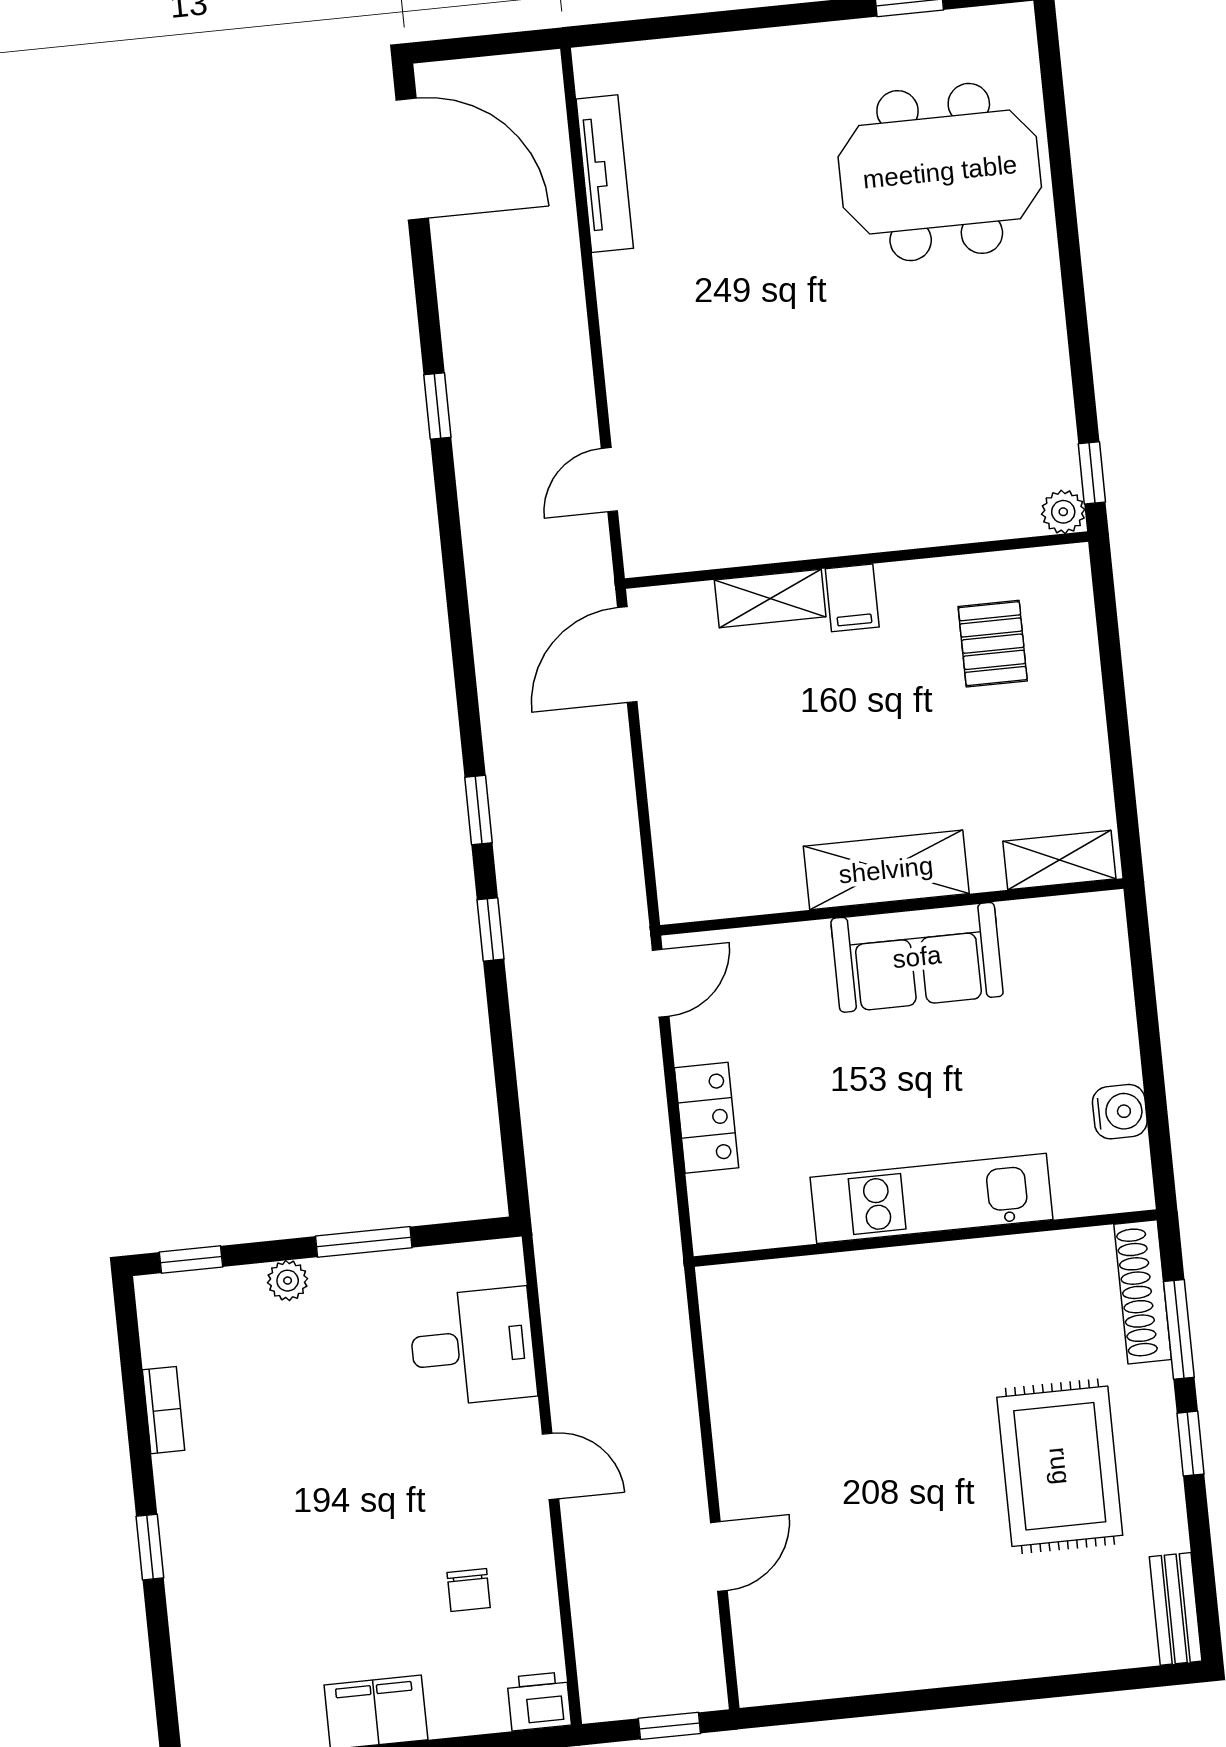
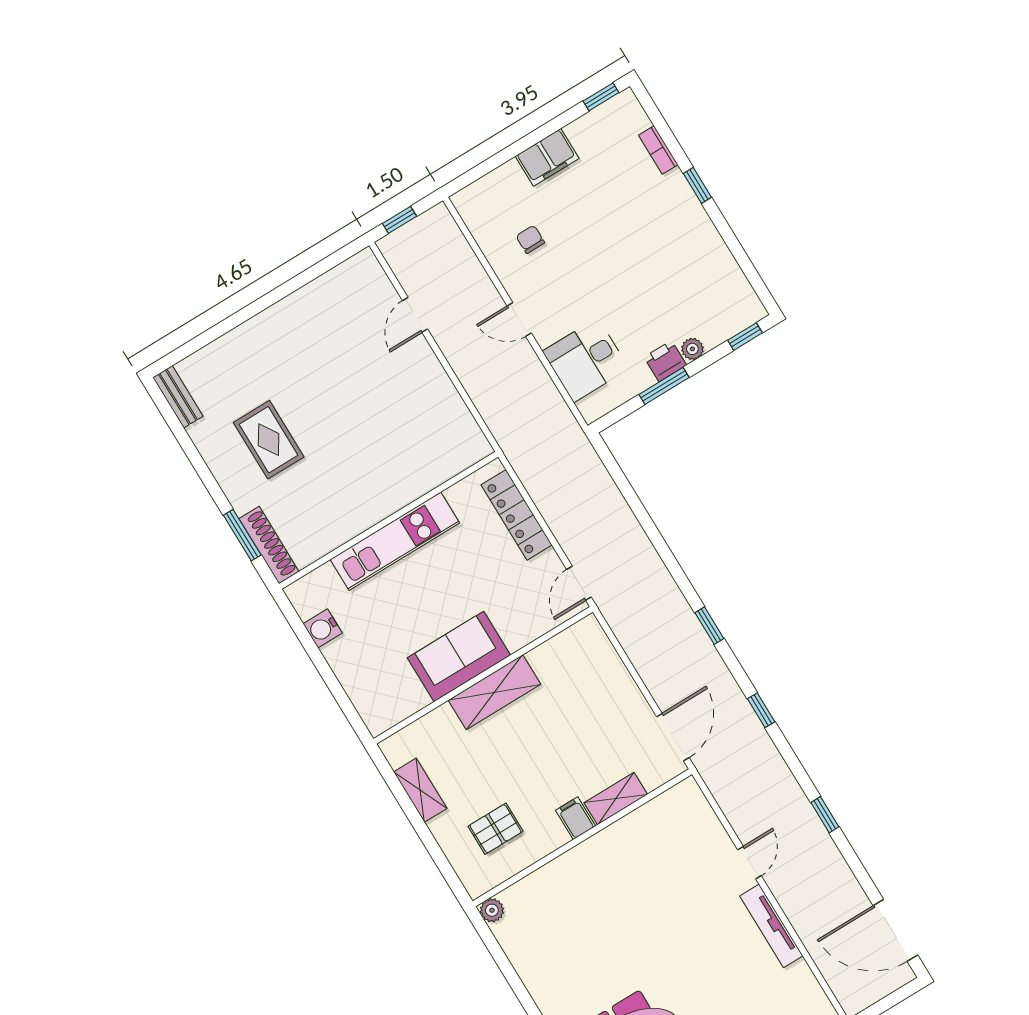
tv unit: (605, 174) -> (771, 926), moved
window: (1092, 473) -> (487, 936), removed
door: (609, 480) -> (749, 863), moved
pallet: (993, 644) -> (496, 829), turned 90
shelving: (1059, 860) -> (420, 790), moved, turned 90
window: (491, 929) -> (761, 710), moved
locker: (707, 1118) -> (517, 515), width x1.53
bookcase: (164, 1410) -> (658, 150), moved
window: (1190, 1444) -> (210, 482), removed
rug: (1060, 1466) -> (269, 440), width x0.73, depth x0.70
printer: (539, 1701) -> (665, 361), moved, turned 180

